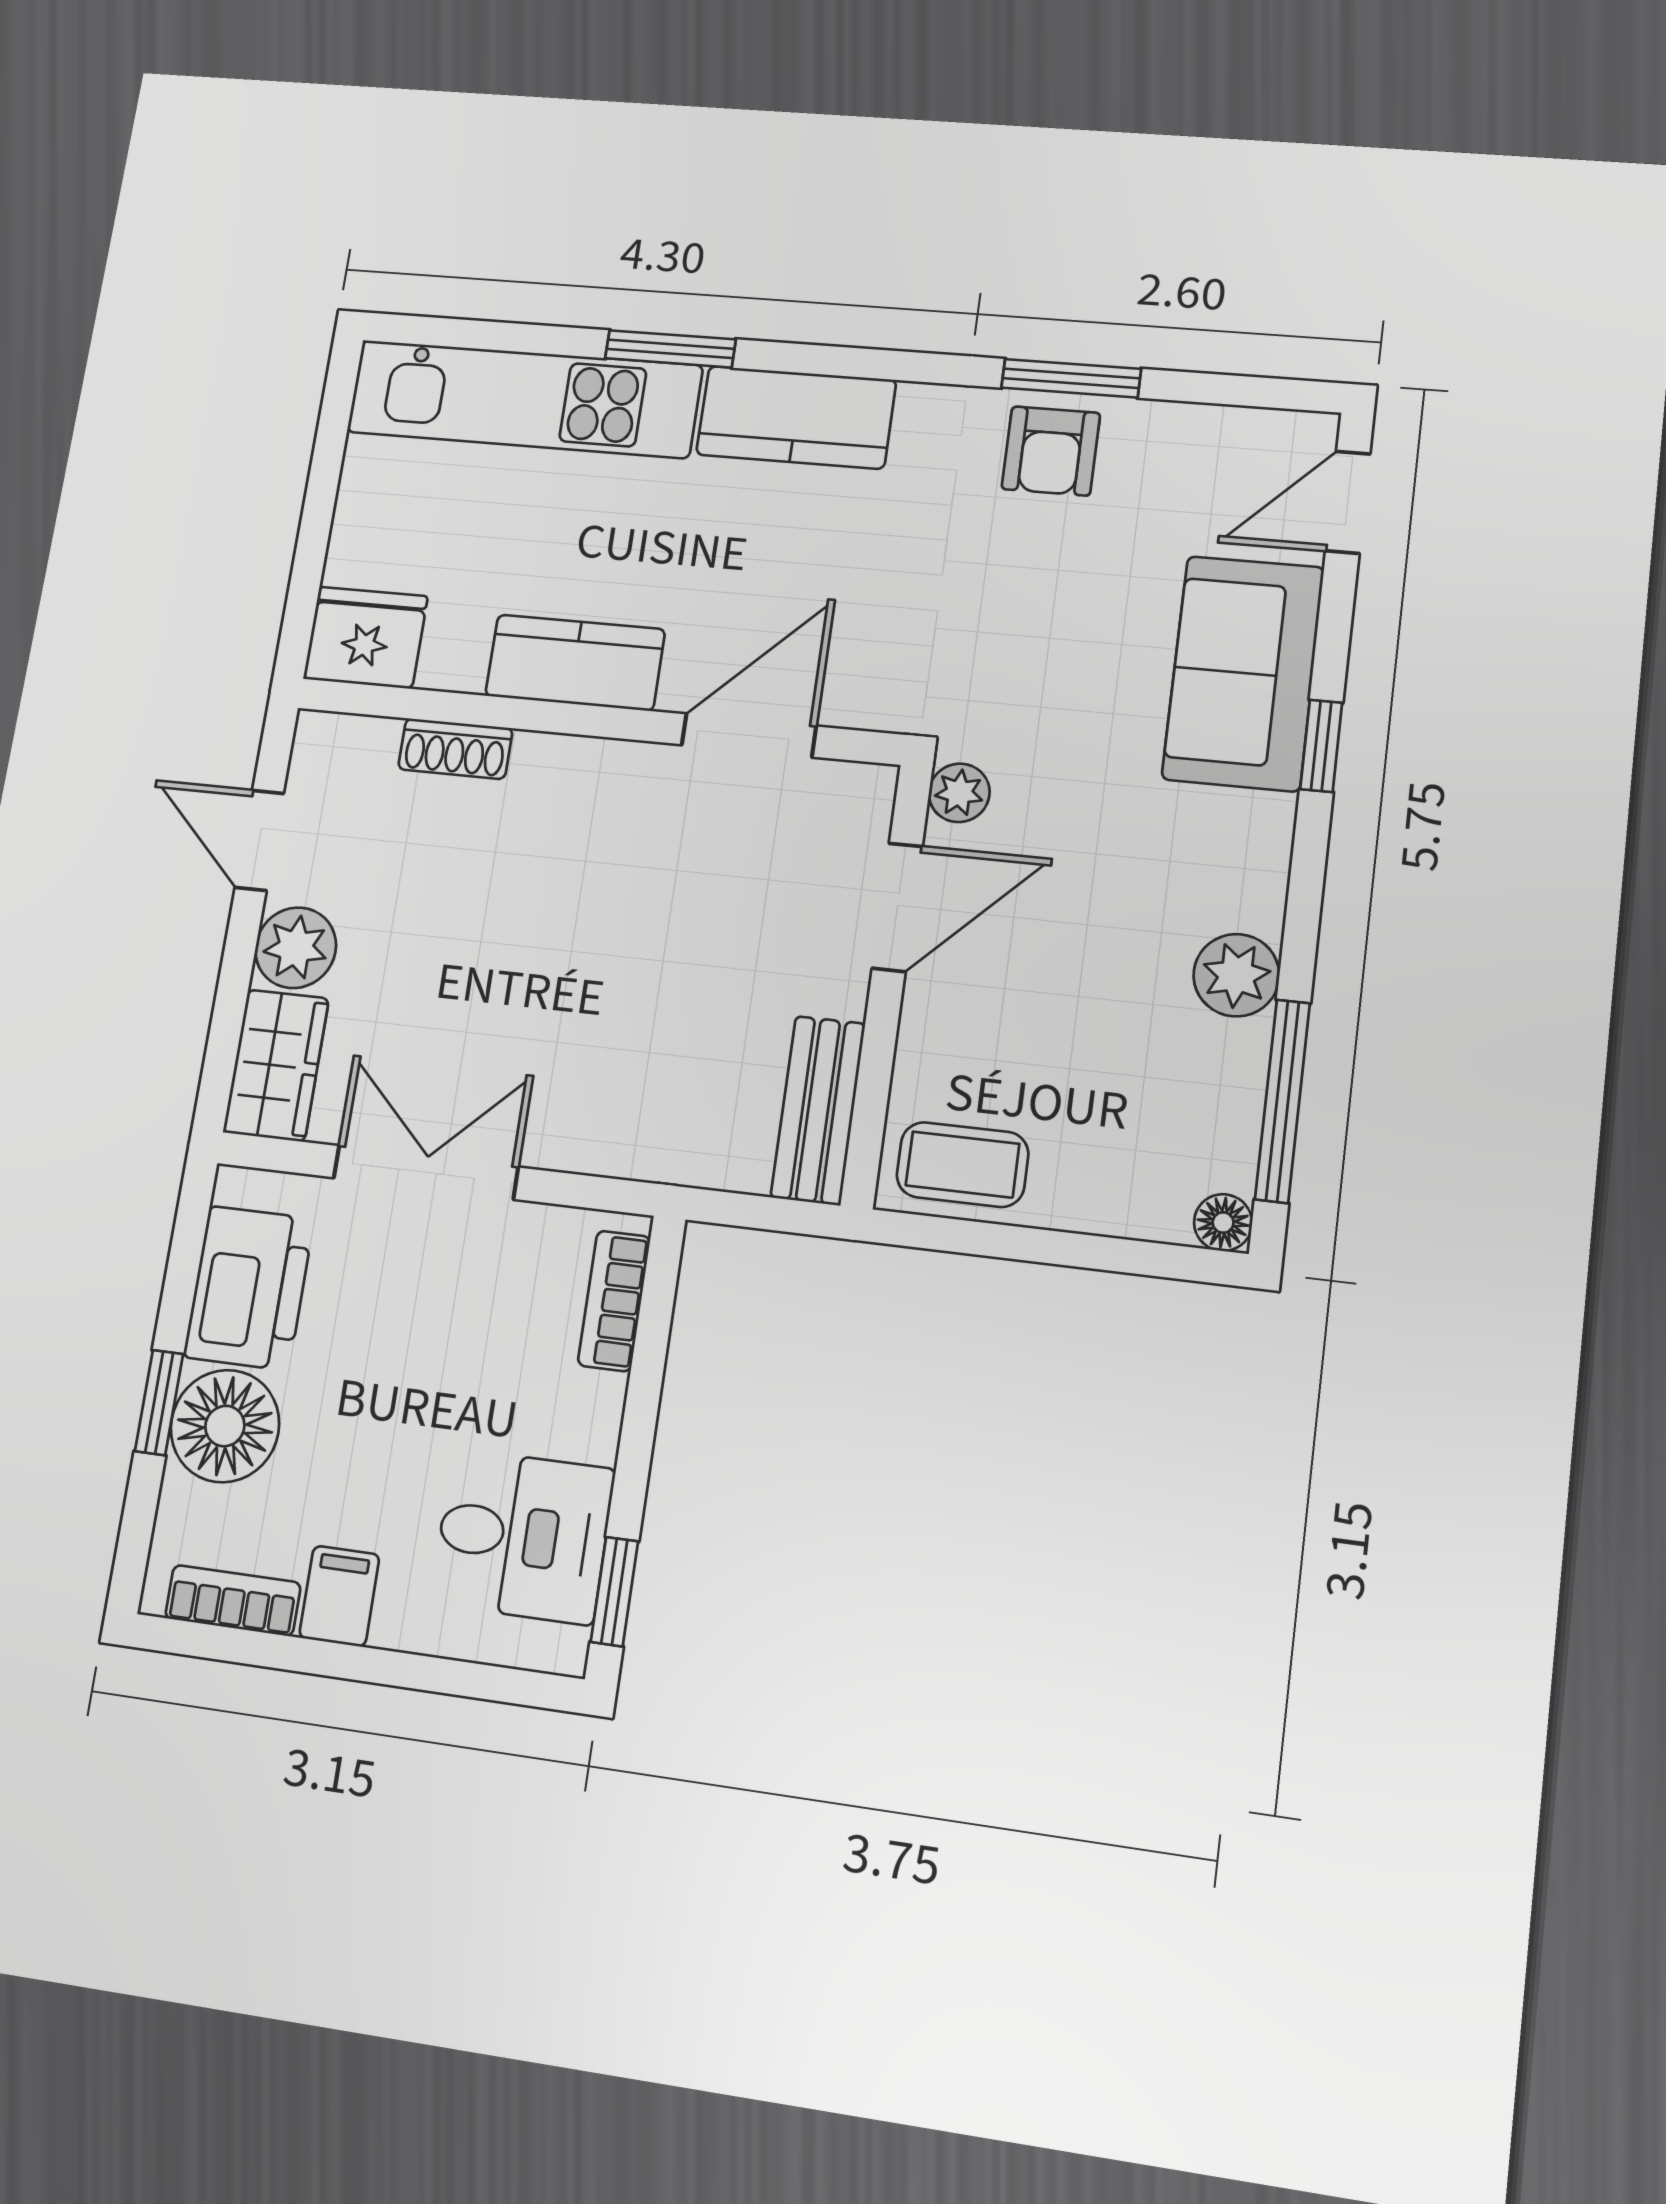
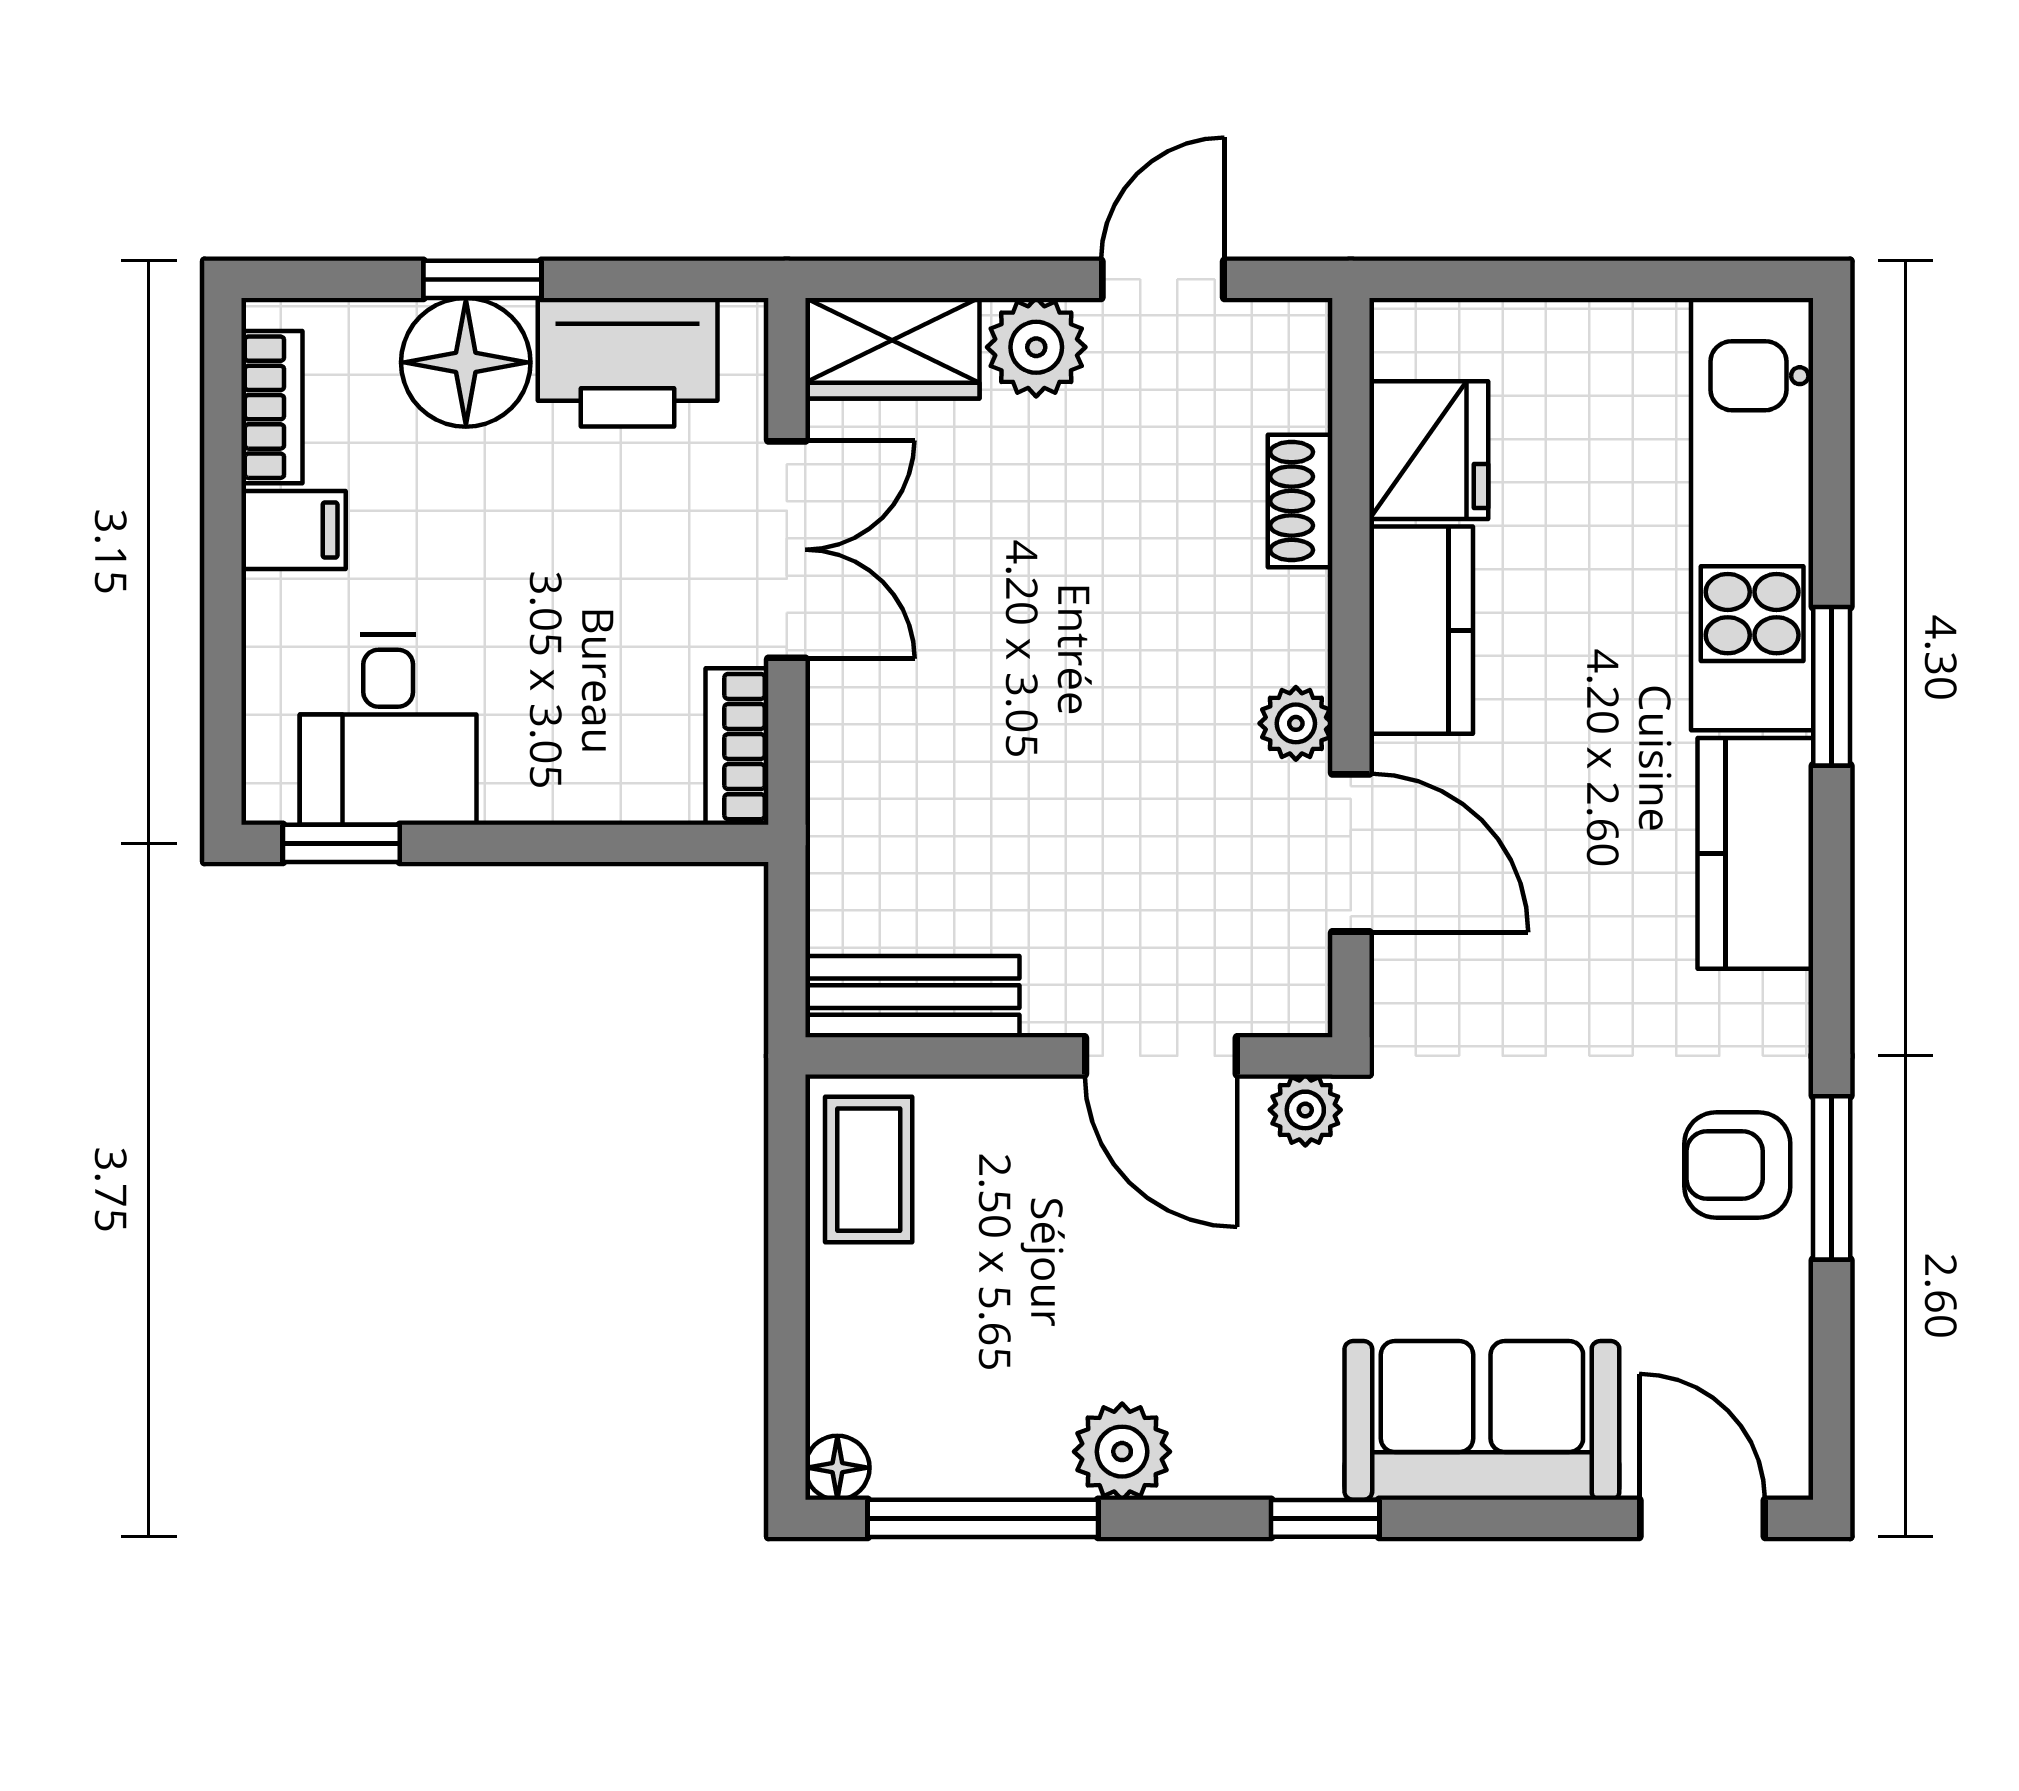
fridge: (365, 638) -> (1429, 450), moved
window: (1321, 746) -> (1325, 1518), moved
plant: (635, 769) -> (1296, 723), added
bookcase: (614, 1301) -> (737, 747), moved, turned -90

